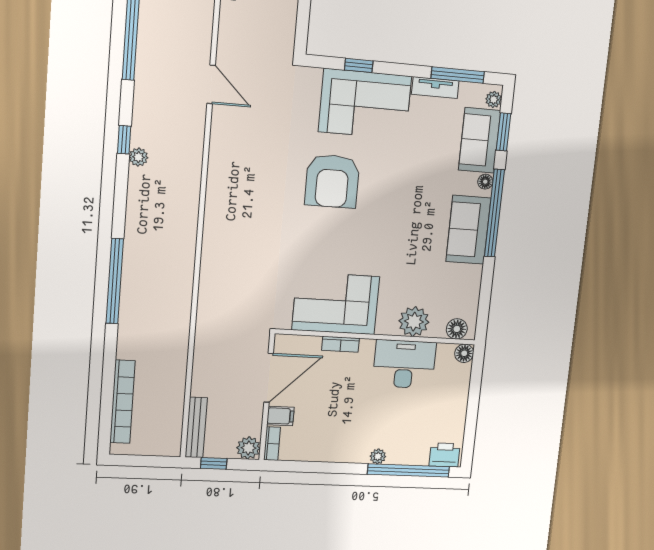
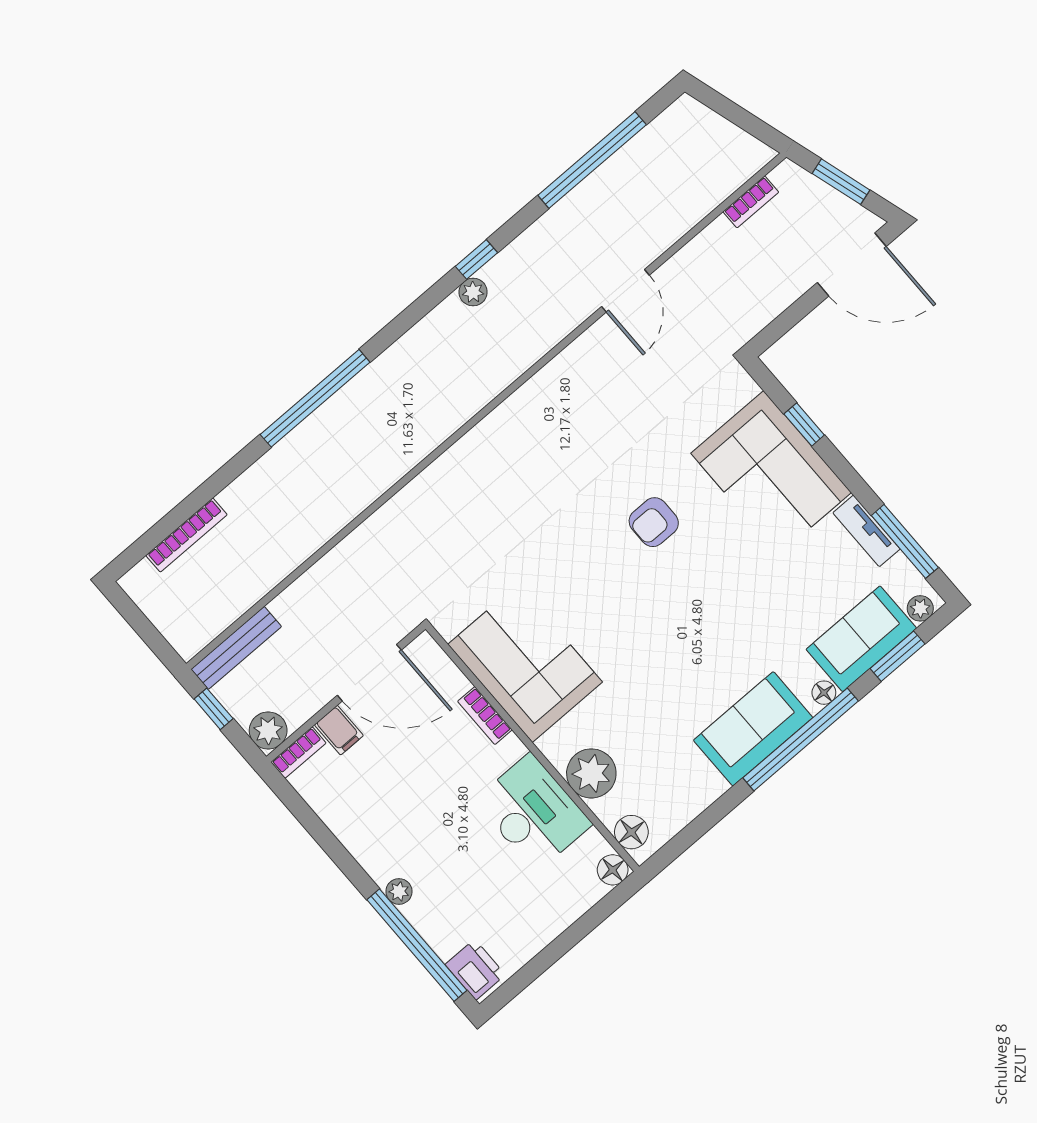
armchair: (332, 181) -> (654, 522), width x0.53, depth x0.53
bookcase: (122, 402) -> (187, 535), width x0.68, depth x0.76

